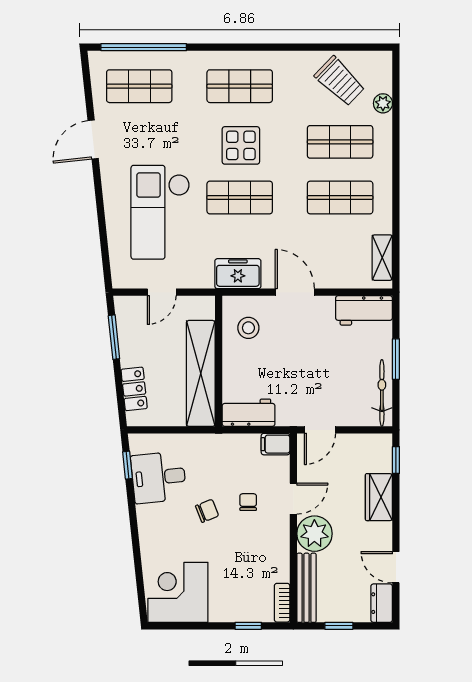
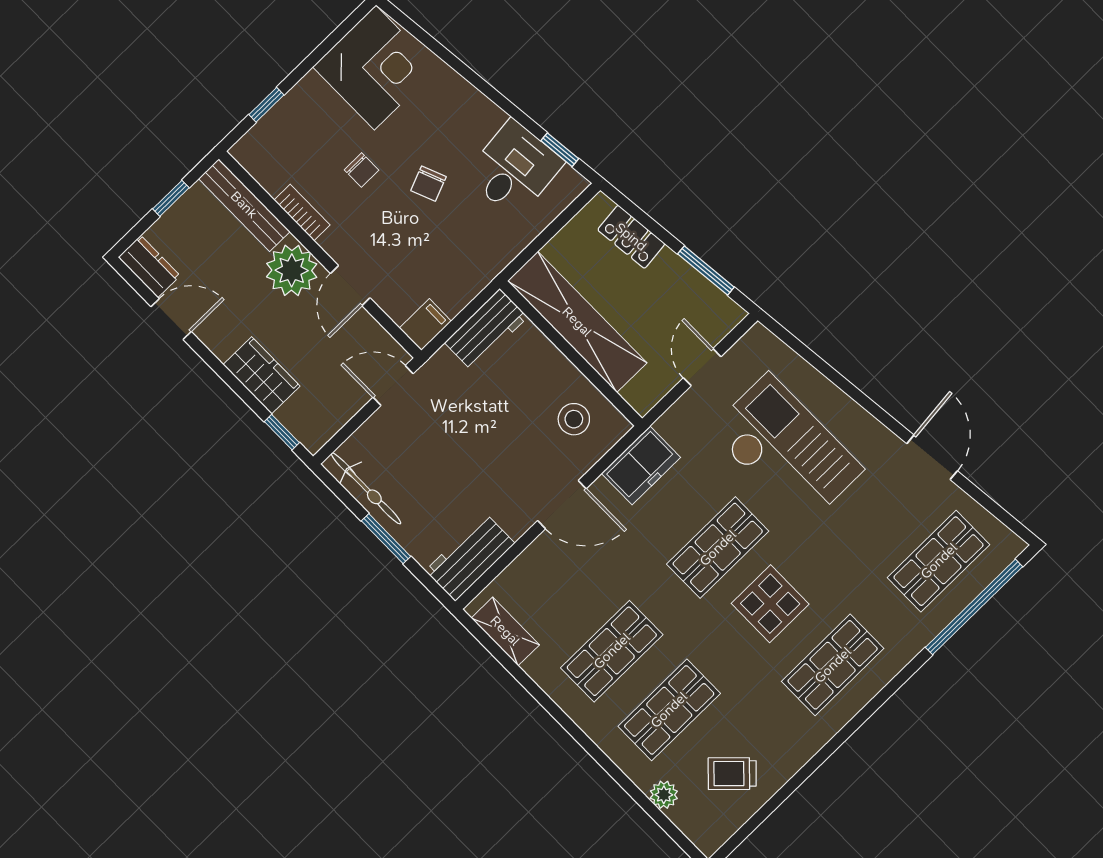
trolley: (340, 81) -> (732, 774), width x0.73, depth x0.72
door: (320, 430) -> (393, 385), hinge flipped
chair: (248, 502) -> (362, 170), moved
bookcase: (282, 603) -> (302, 212), moved

